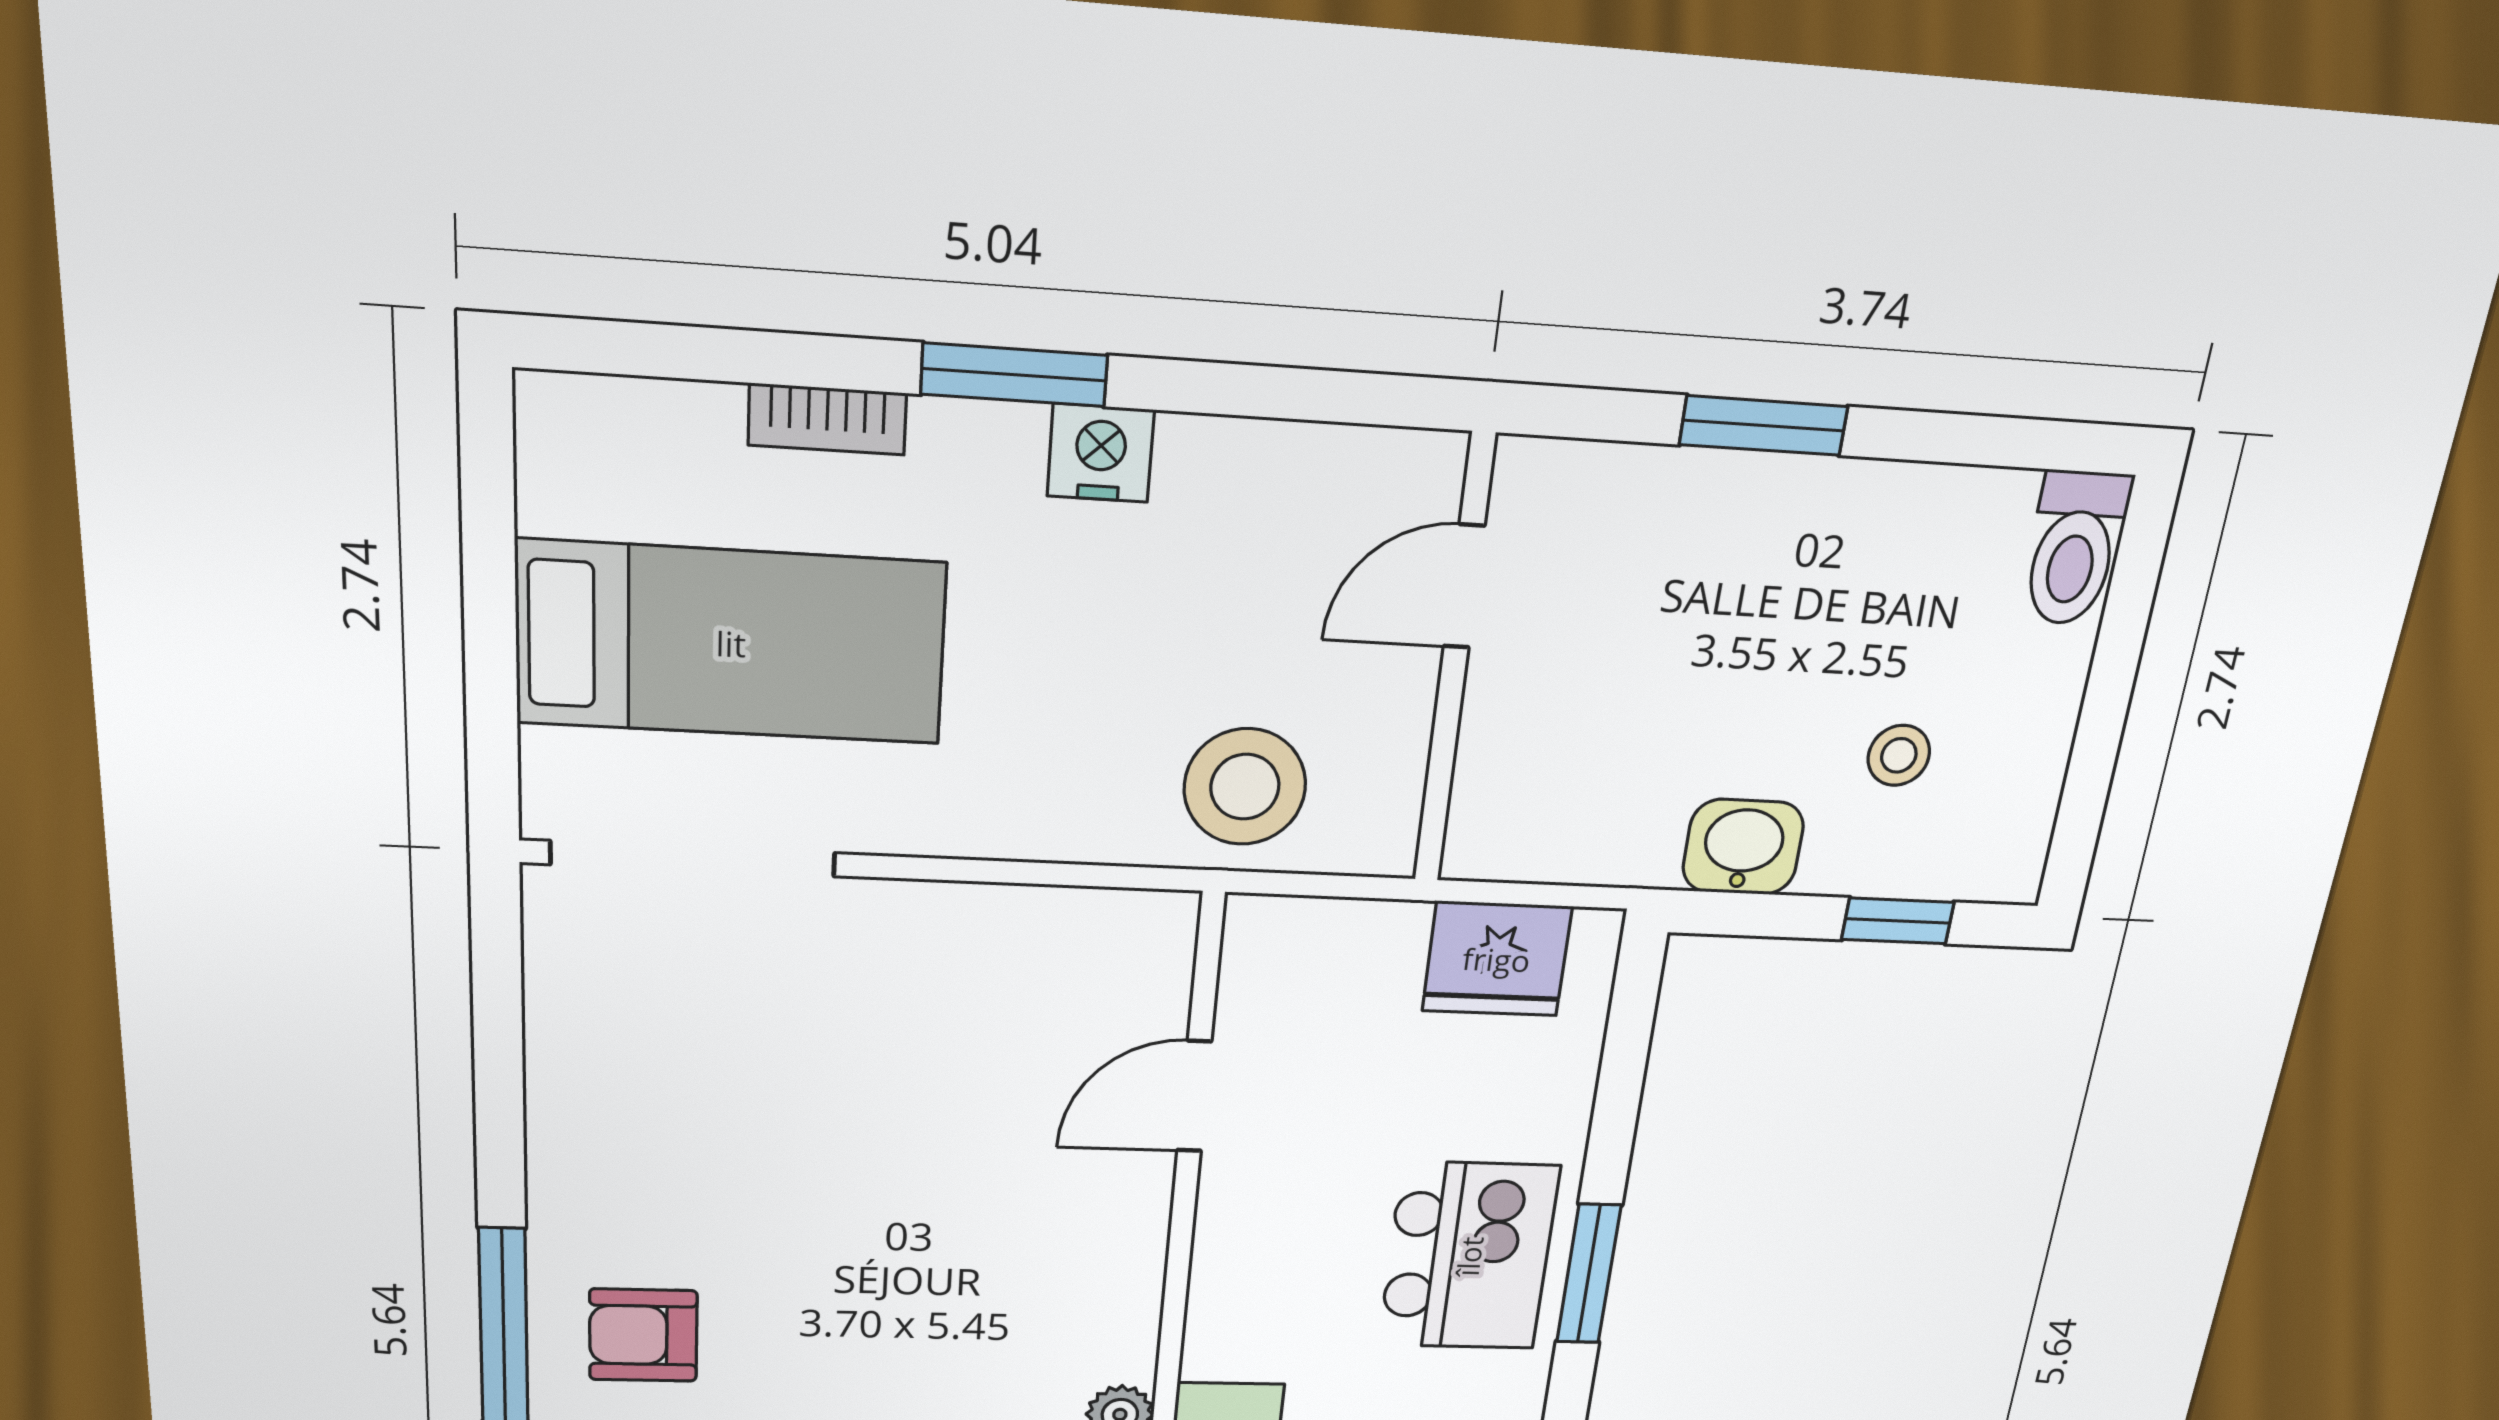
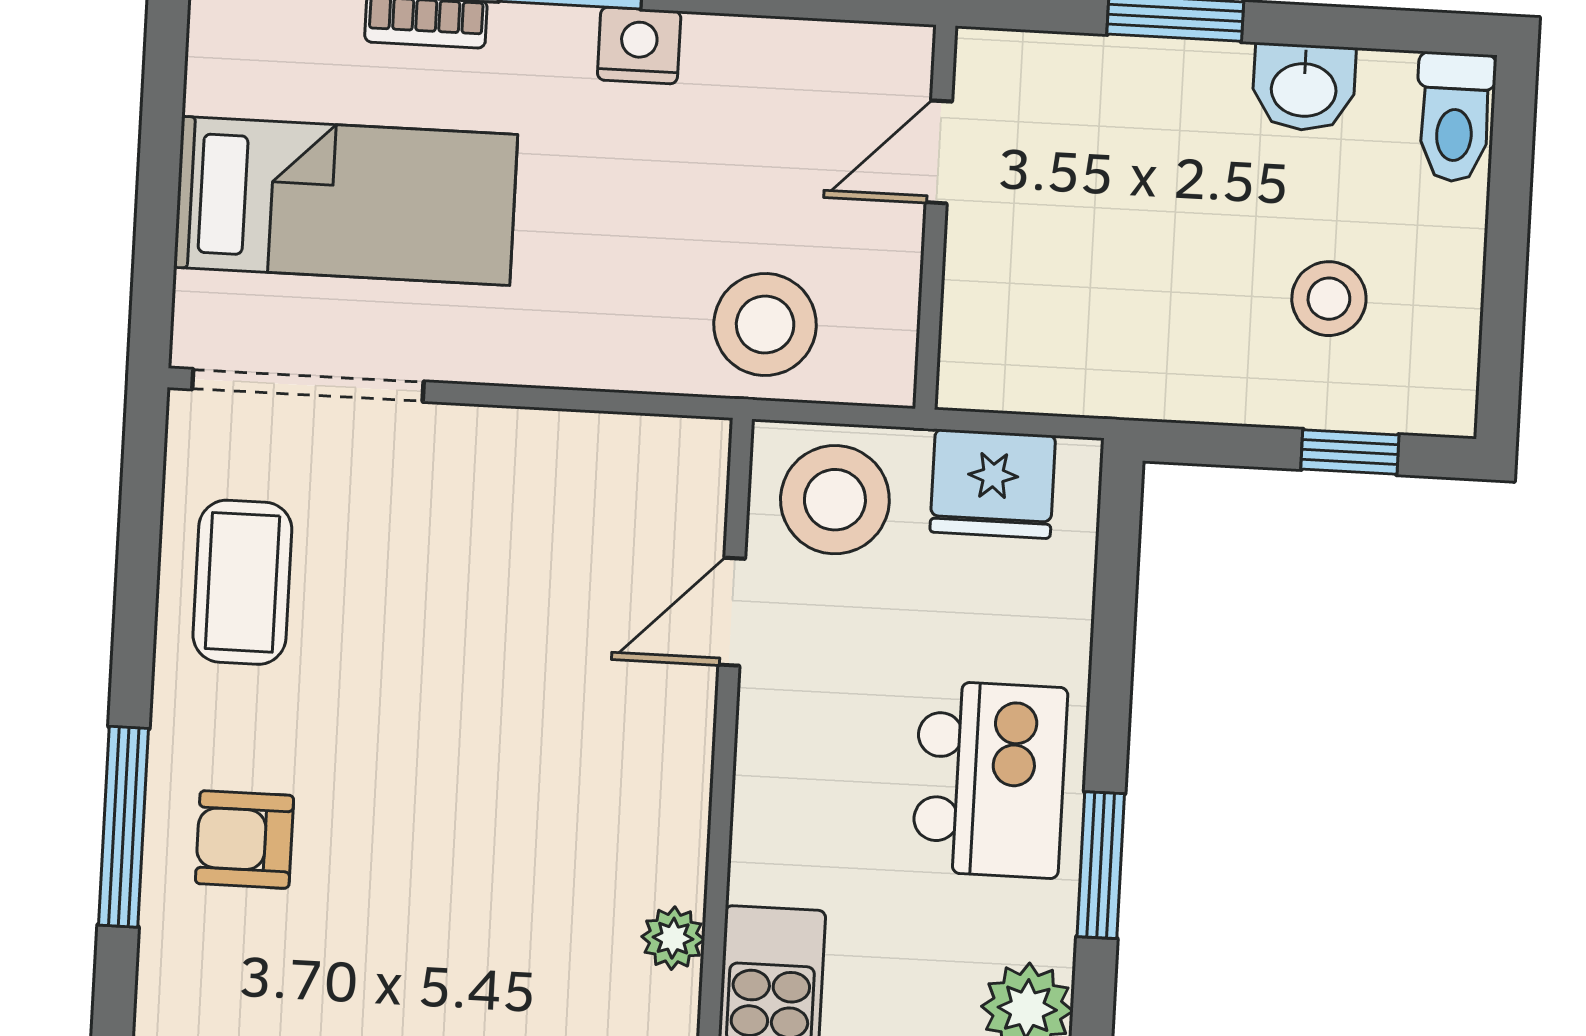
stool: (1899, 755) -> (1329, 299), width x1.37, depth x1.37
washbasin: (1743, 847) -> (1304, 87), moved, turned 180
stool: (1317, 978) -> (835, 500), added
coffee table: (625, 1075) -> (242, 582), added
window: (1589, 1274) -> (1101, 865), moved

